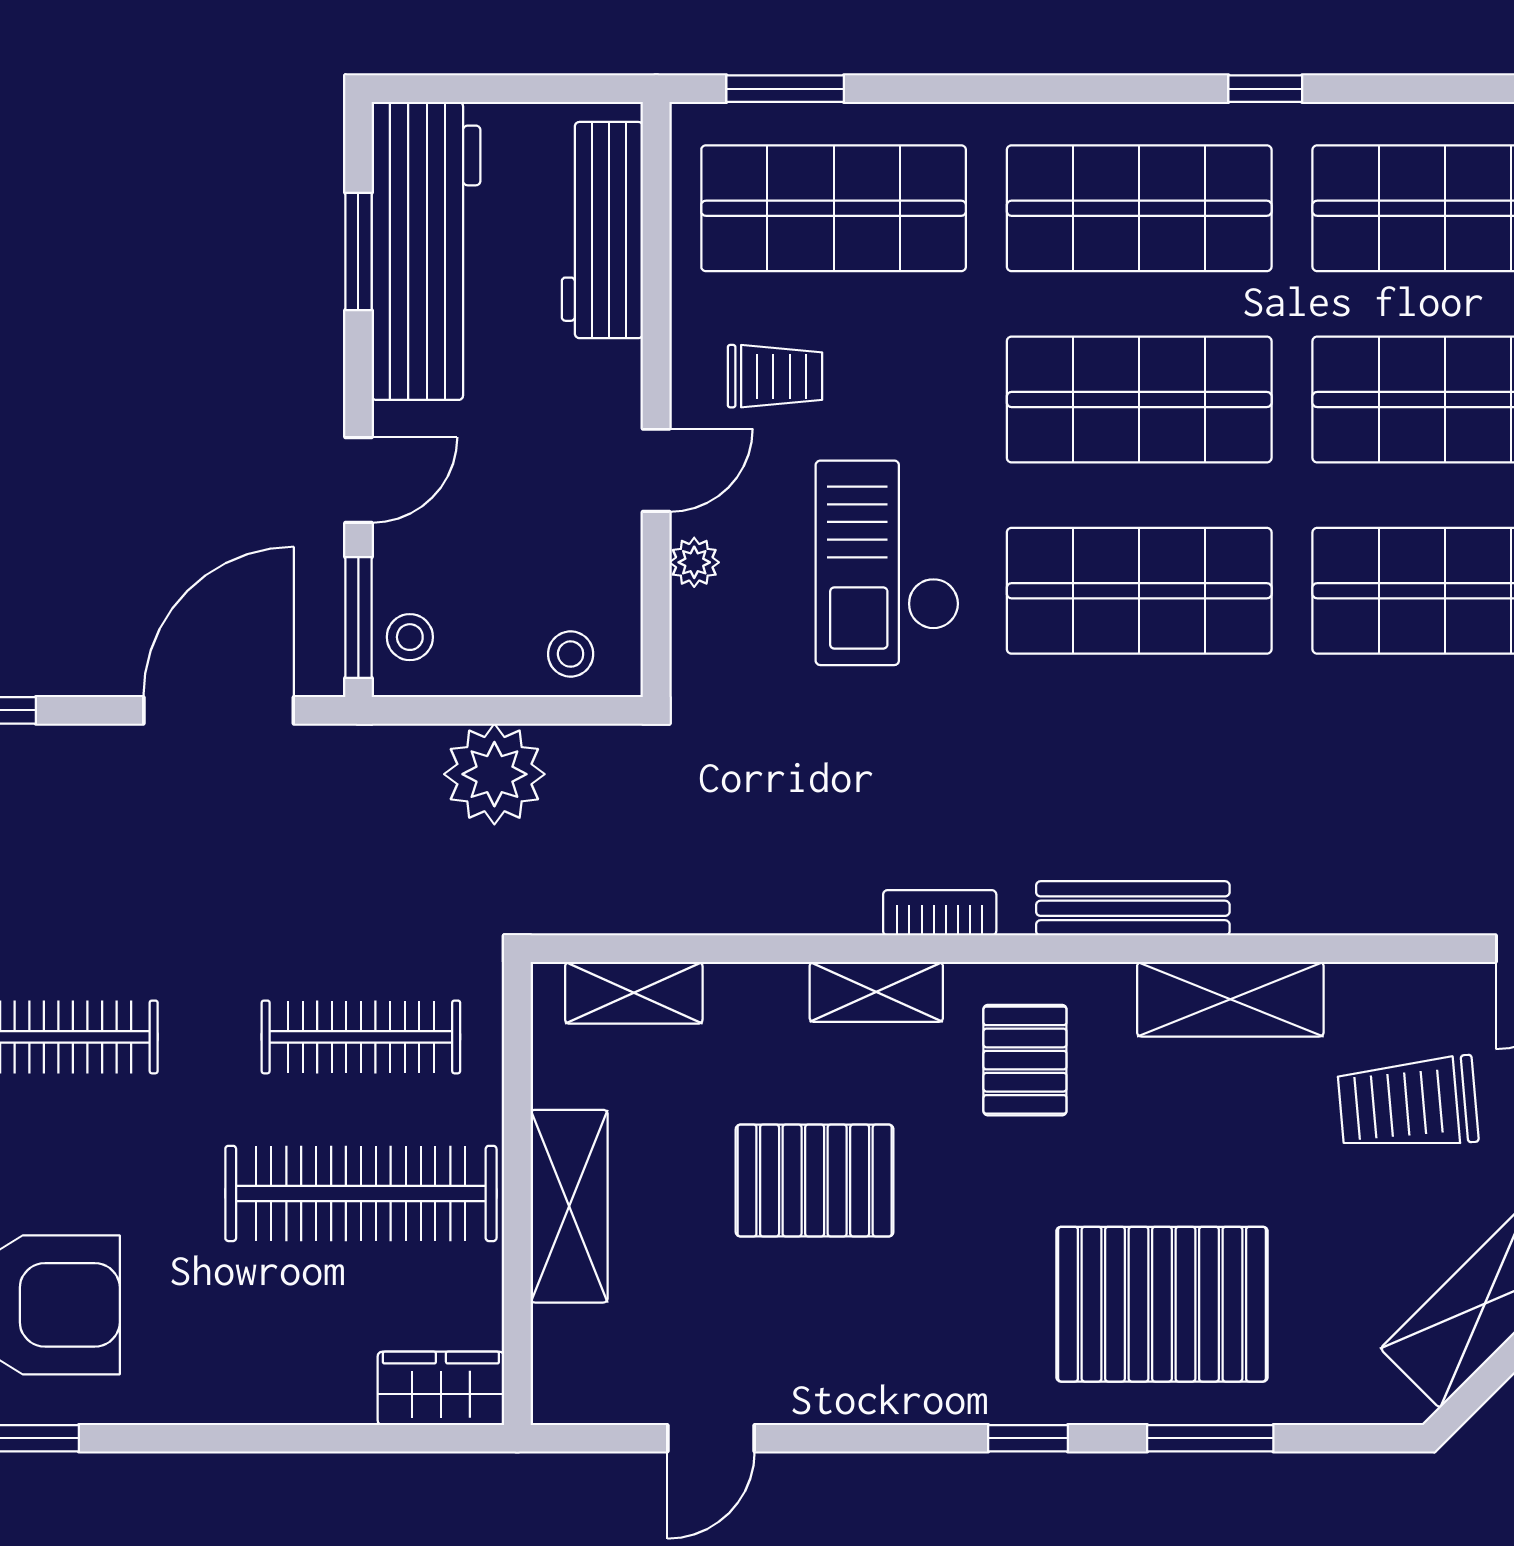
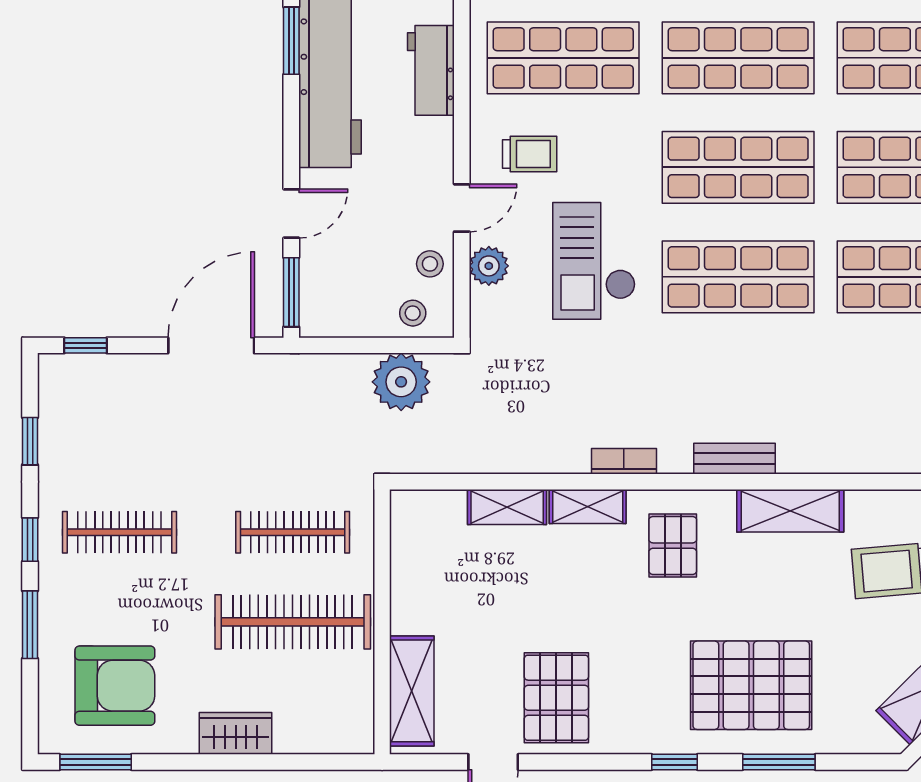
workbench: (602, 230) -> (431, 70), width x0.73
window: (358, 251) -> (291, 41), moved
plant: (694, 562) -> (489, 266), width x1.38, depth x1.38
stool: (410, 637) -> (430, 264), moved
plant: (494, 774) -> (401, 382), moved
bench: (1133, 908) -> (735, 459), width x0.73
shelving: (634, 993) -> (507, 507), moved
pallet: (815, 1181) -> (556, 698), moved, turned 90
shelving: (569, 1206) -> (412, 691), moved
wardrobe: (441, 1388) -> (236, 733), moved

